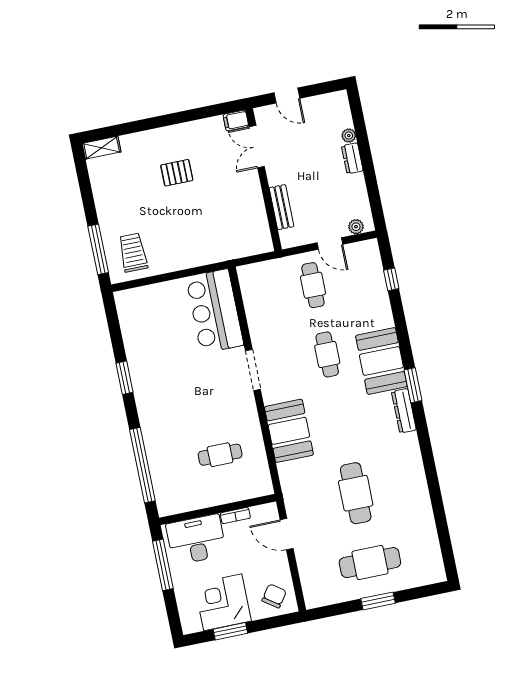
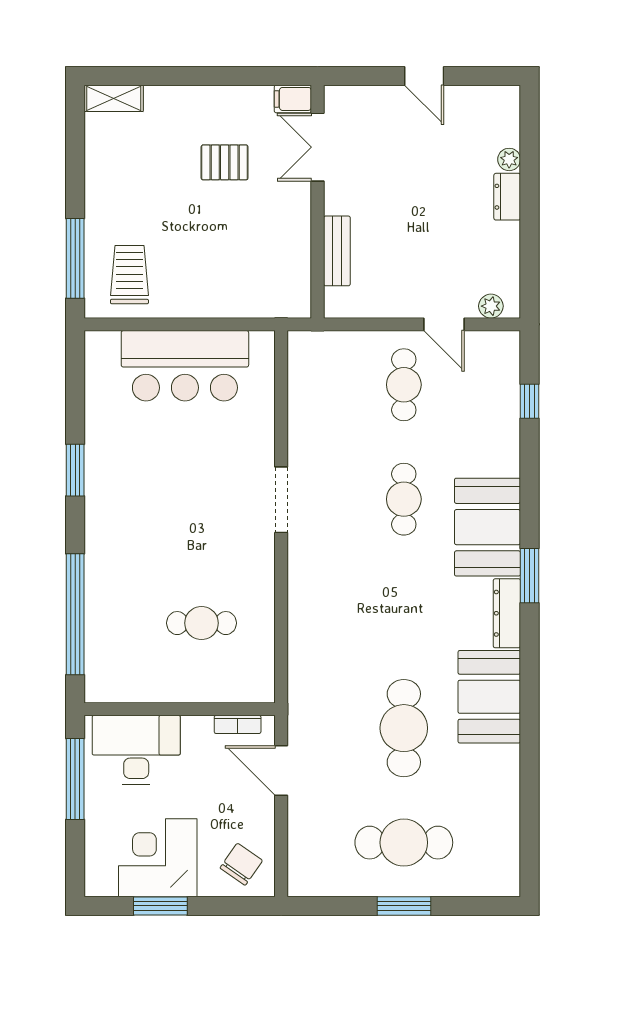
filing cabinet: (236, 121) -> (293, 99), moved
double door: (257, 147) -> (317, 147), moved
wall: (264, 180) -> (317, 202), moved
bench: (281, 207) -> (337, 251), moved
bar counter: (215, 311) -> (185, 366), moved, turned -90
booth: (289, 431) -> (489, 697), moved
bookcase: (235, 516) -> (238, 724), moved

